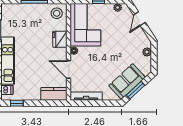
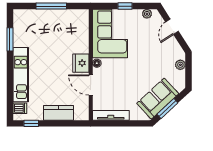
stool: (57, 13) -> (77, 20), removed
fridge: (60, 39) -> (81, 63), moved
kitchen counter: (54, 94) -> (58, 113), moved

